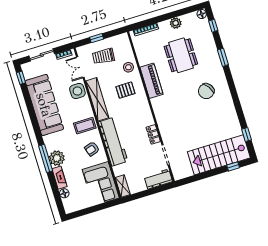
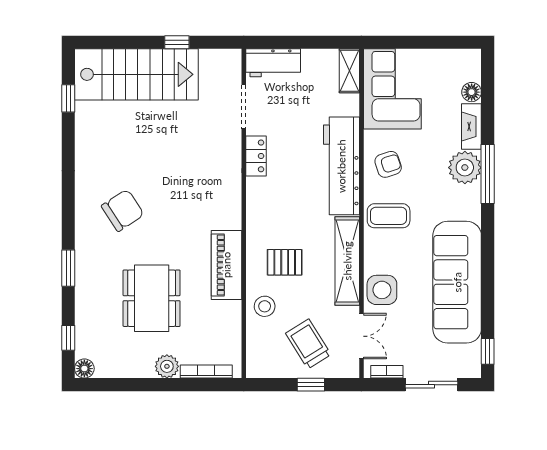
plant: (176, 23) -> (167, 366), moved
trolley: (103, 56) -> (308, 344), turned -127
window: (233, 166) -> (177, 42), moved

